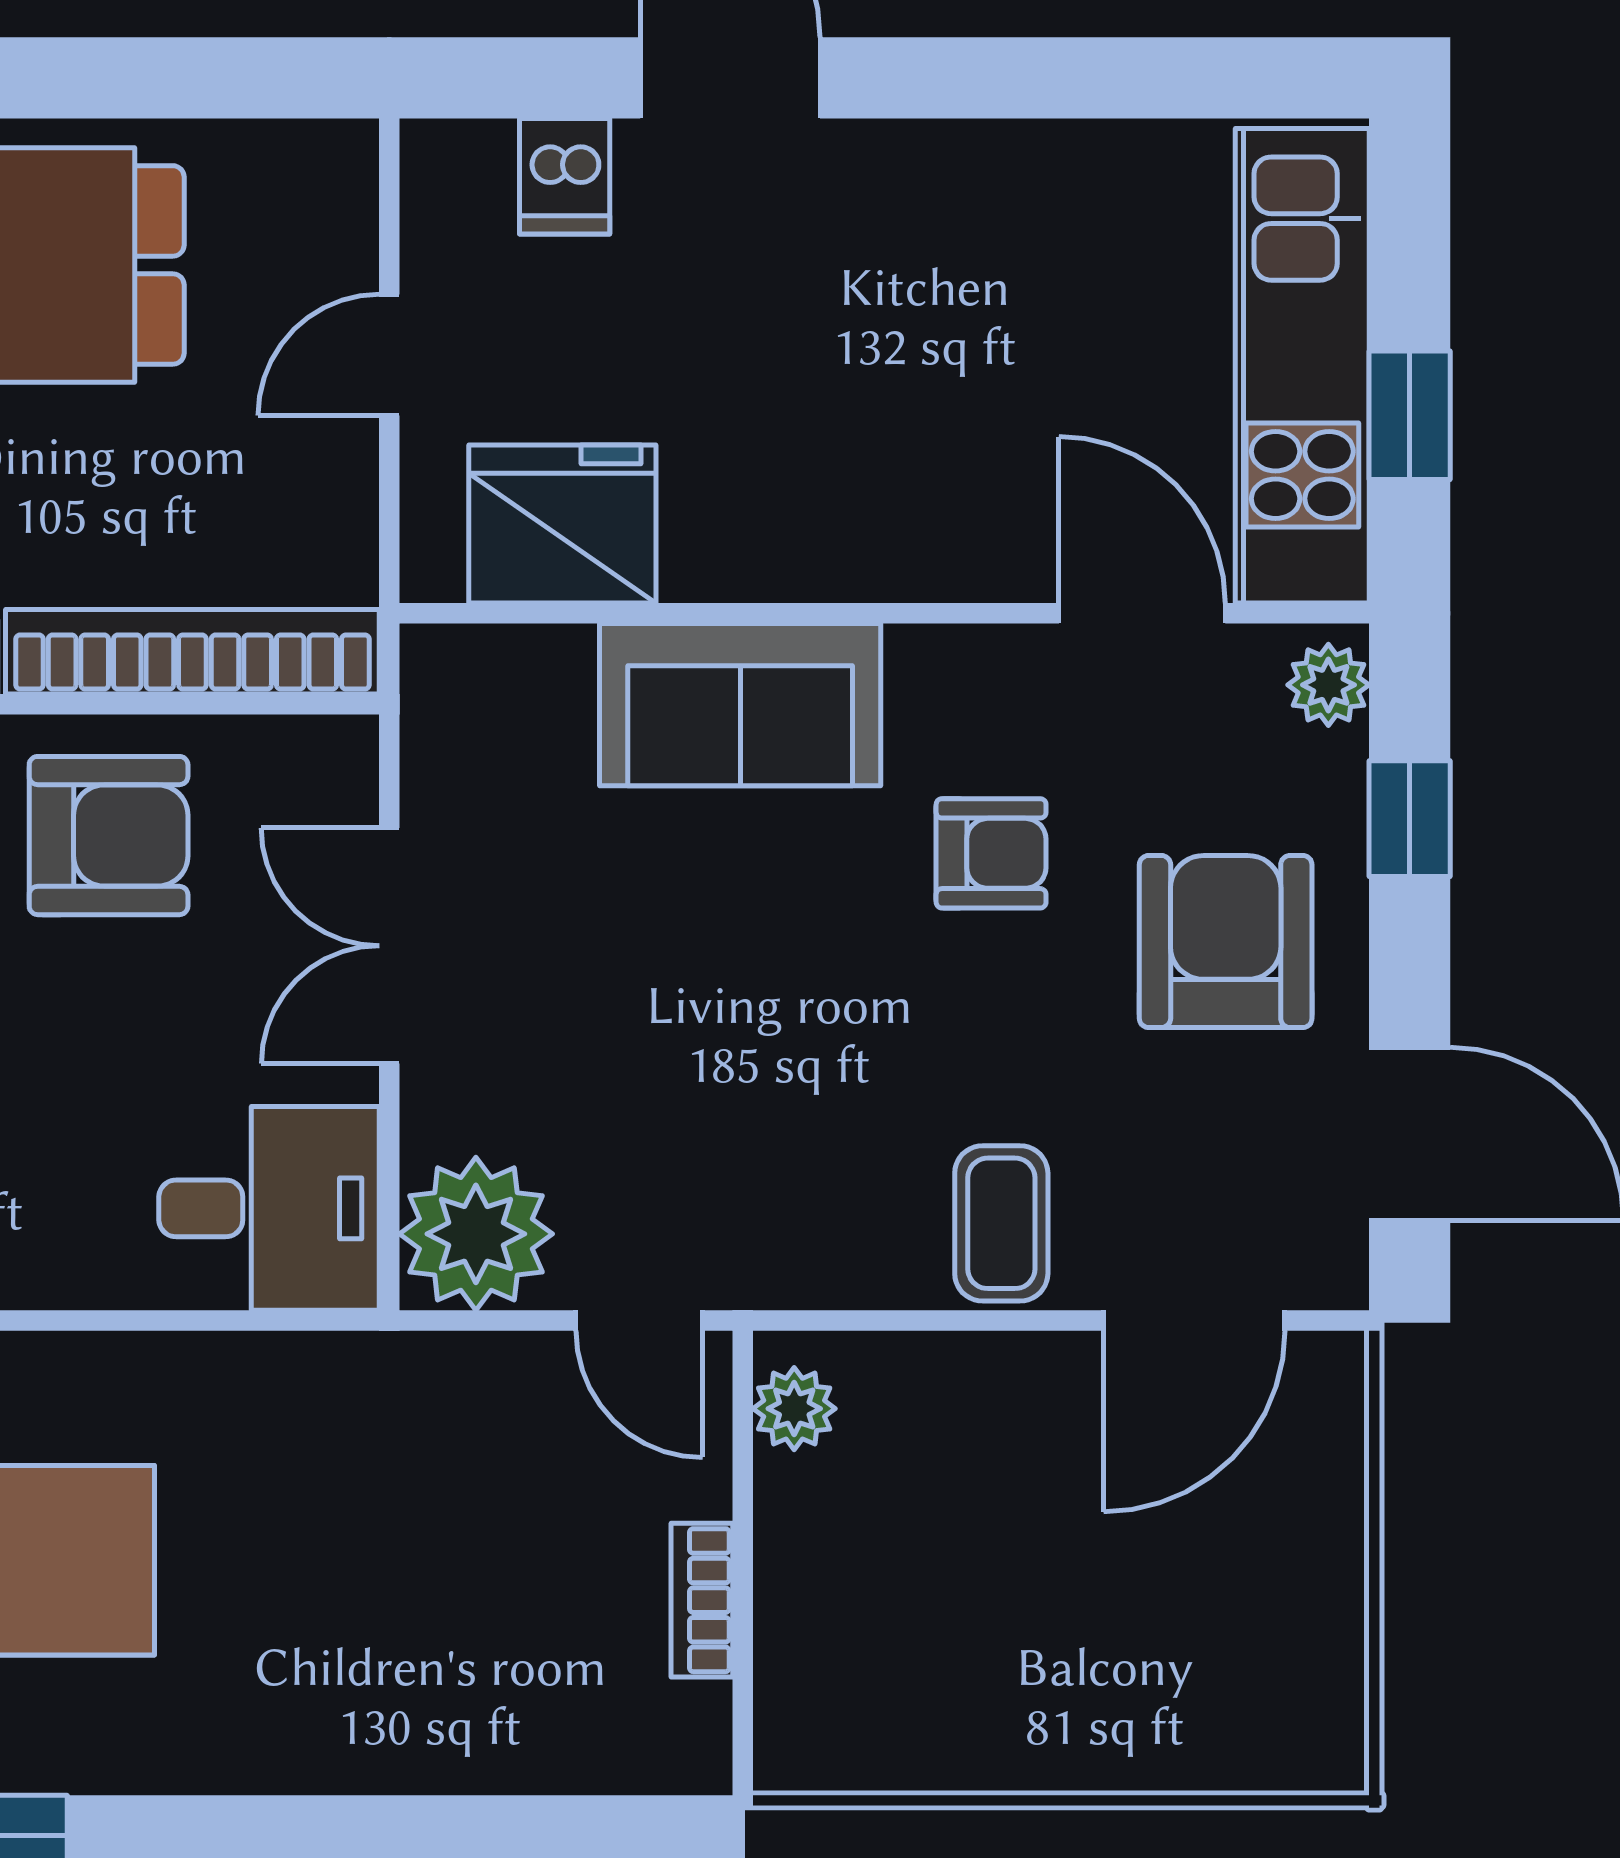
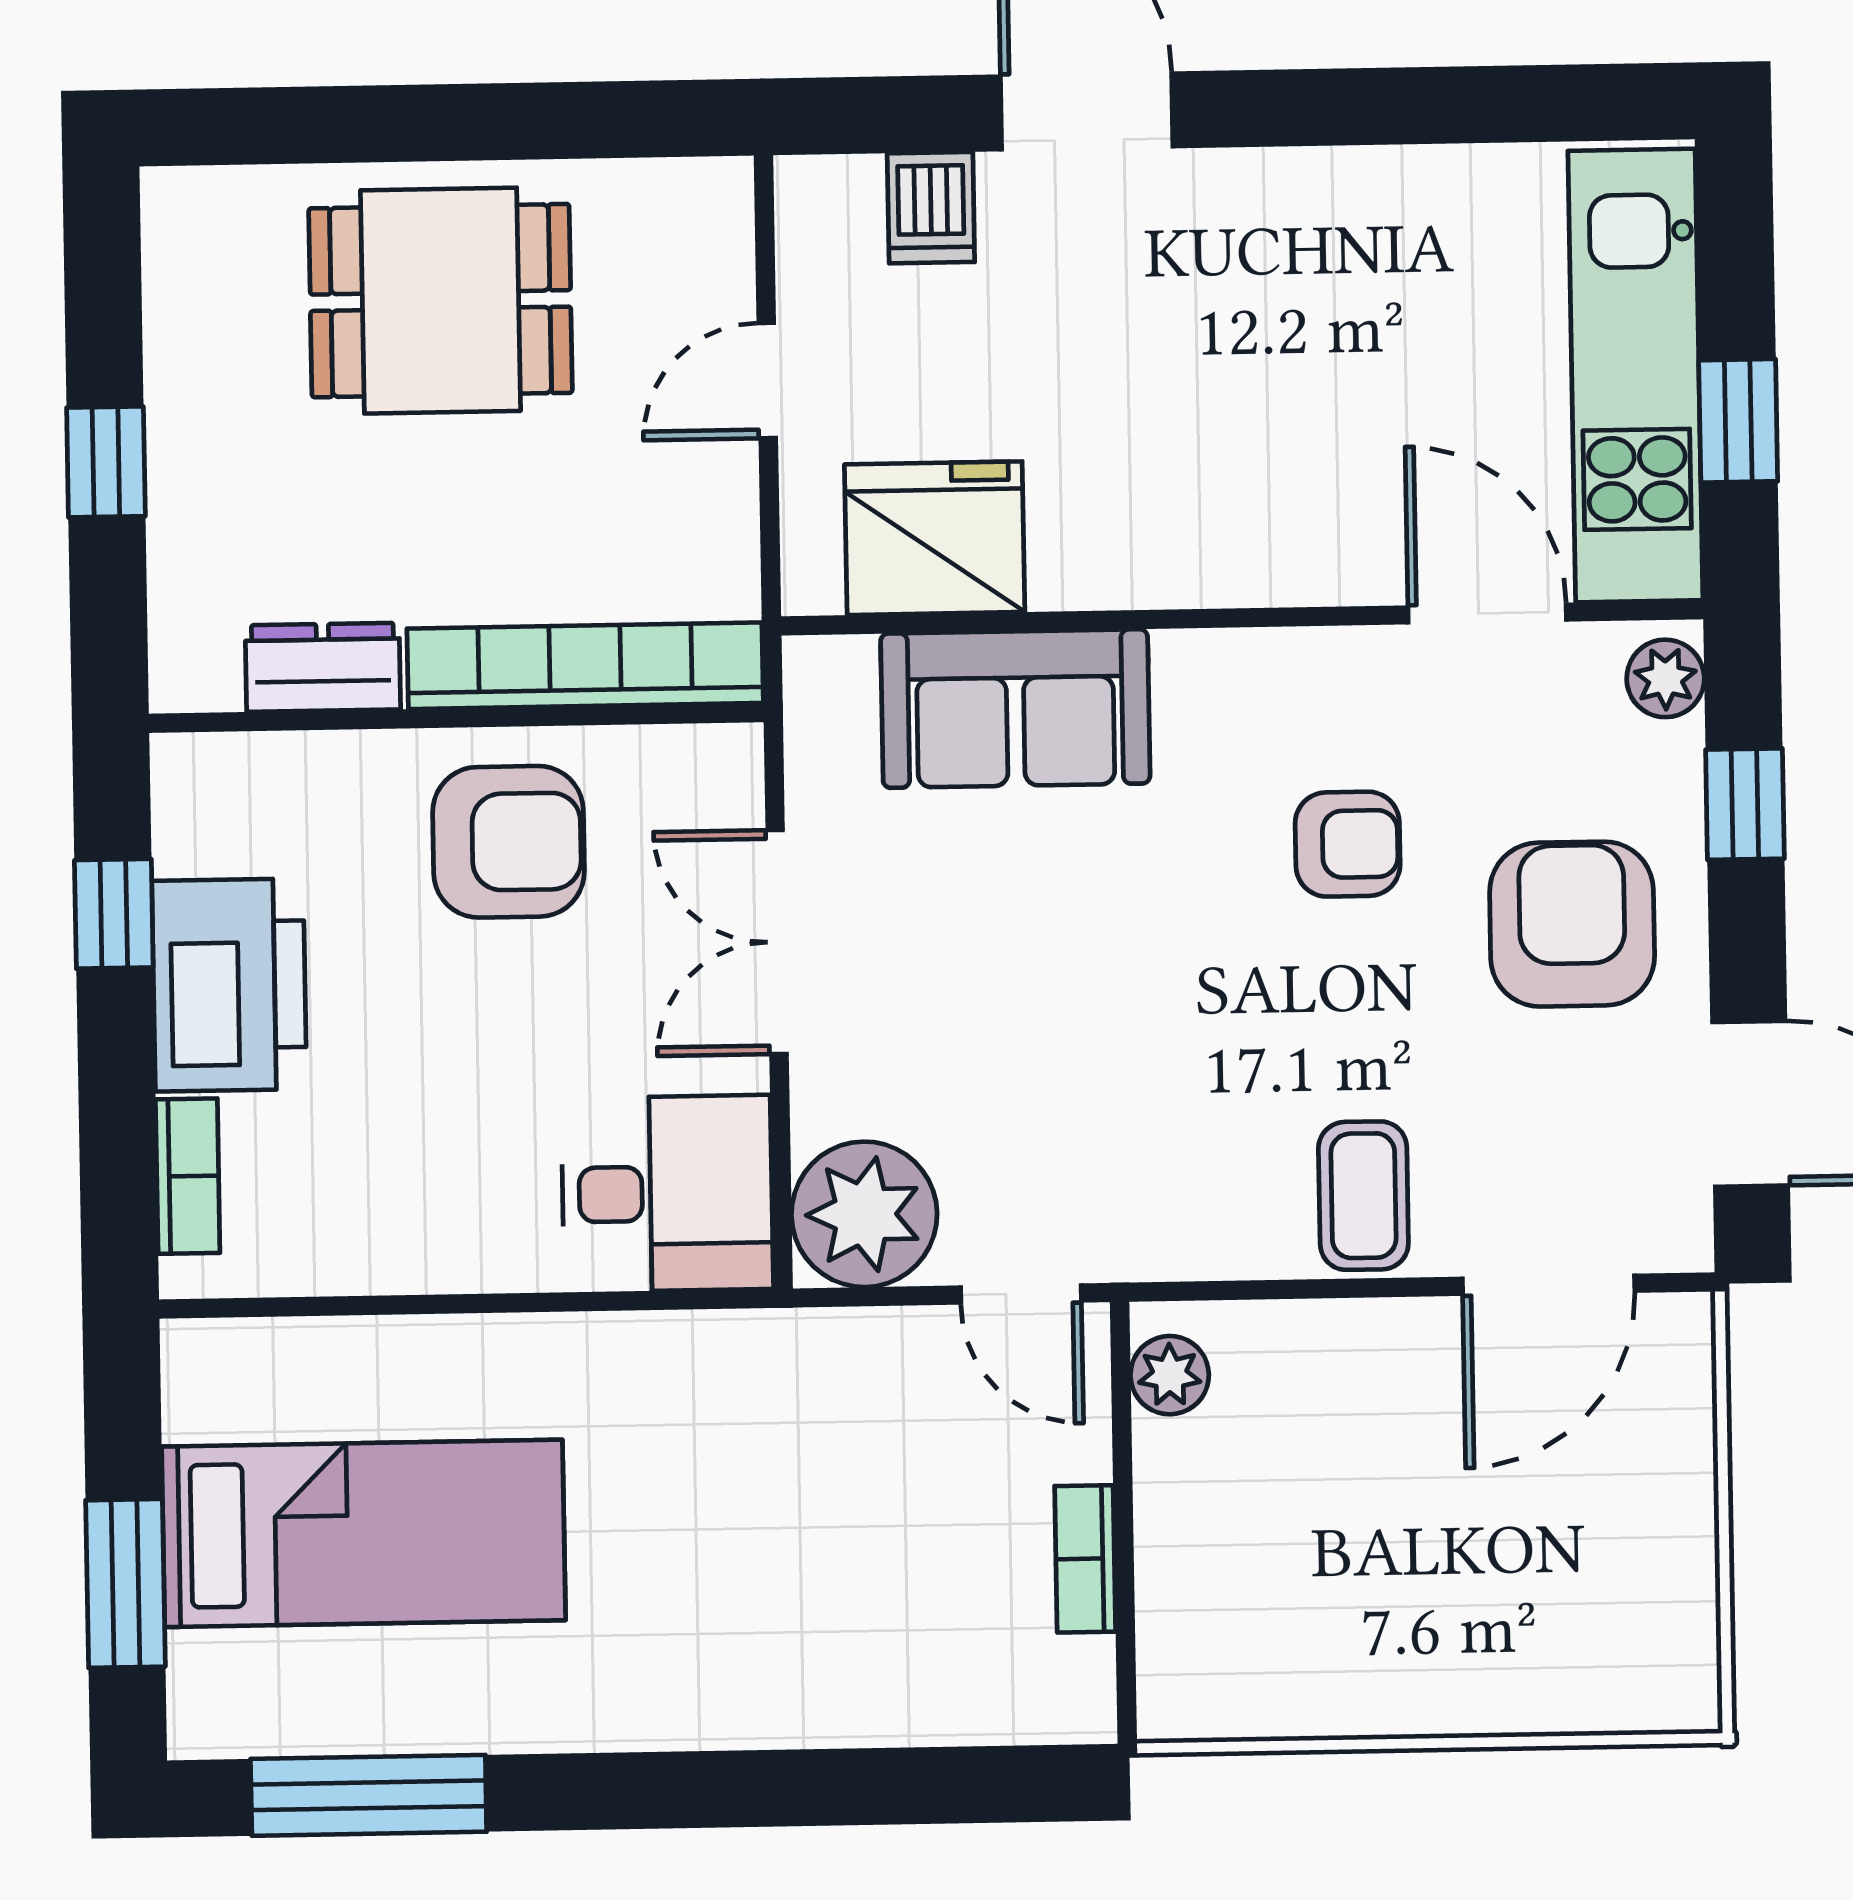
sofa: (740, 705) -> (1015, 709), moved

